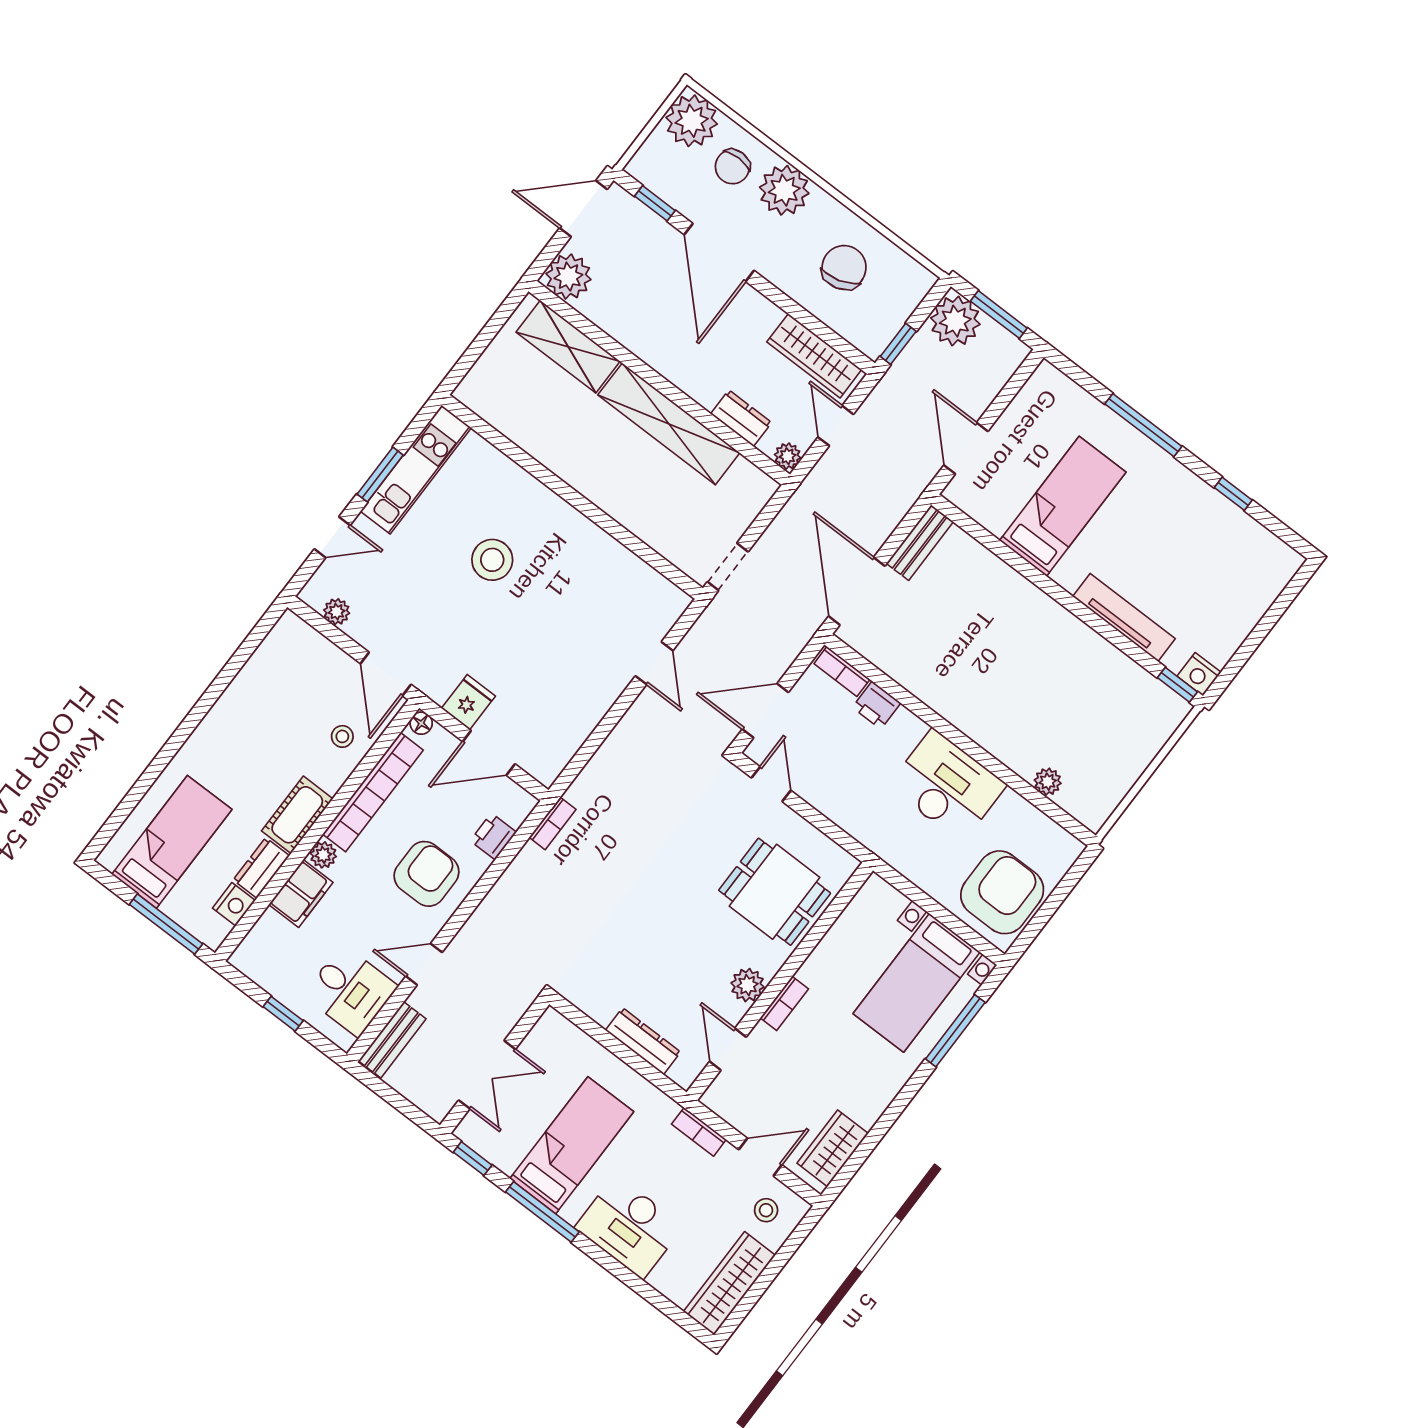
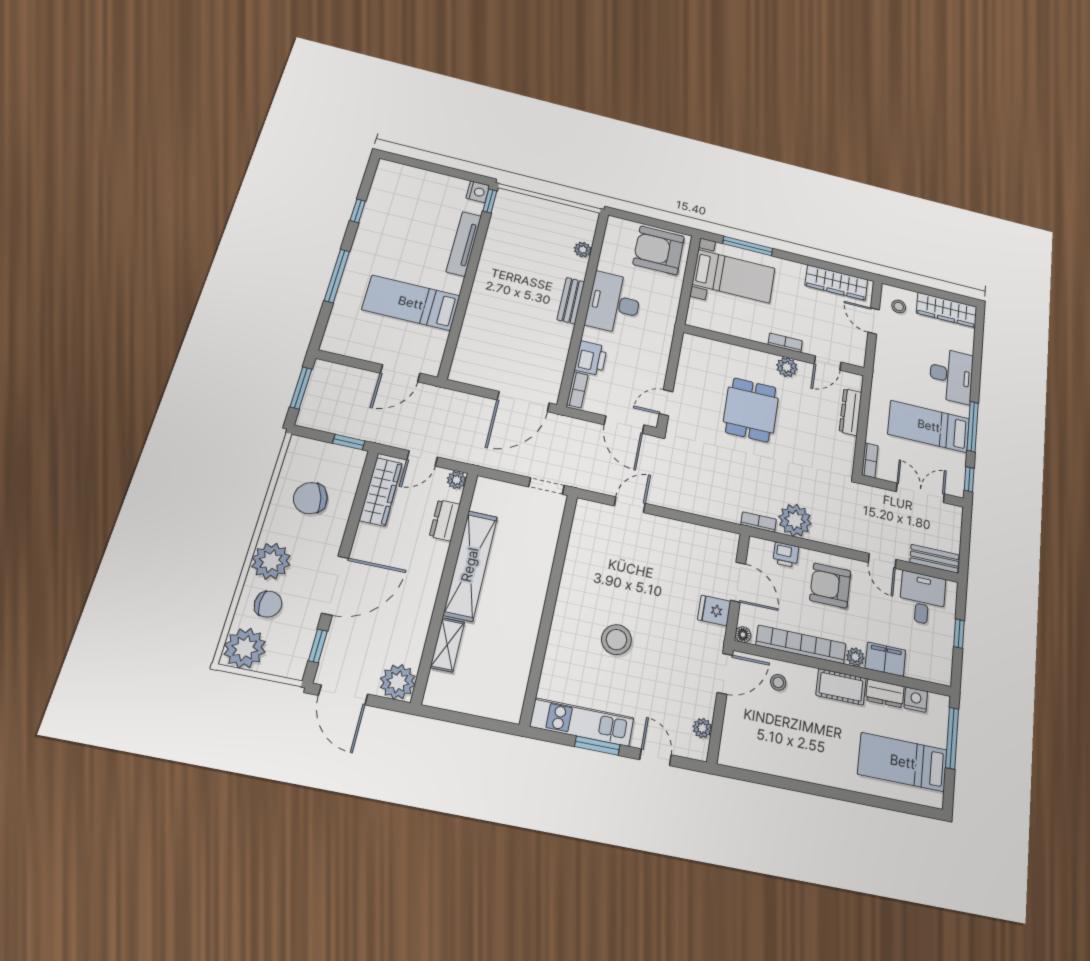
plant: (955, 321) -> (795, 520), moved
shelving: (568, 347) -> (447, 645), width x0.67, depth x0.75
bench: (920, 543) -> (571, 301), moved, turned 90
printer: (876, 705) -> (591, 358), width x1.36, depth x1.24
dining table: (775, 892) -> (751, 410), moved
bookcase: (699, 1132) -> (870, 460), moved
wardrobe: (833, 1148) -> (836, 282), width x1.50

